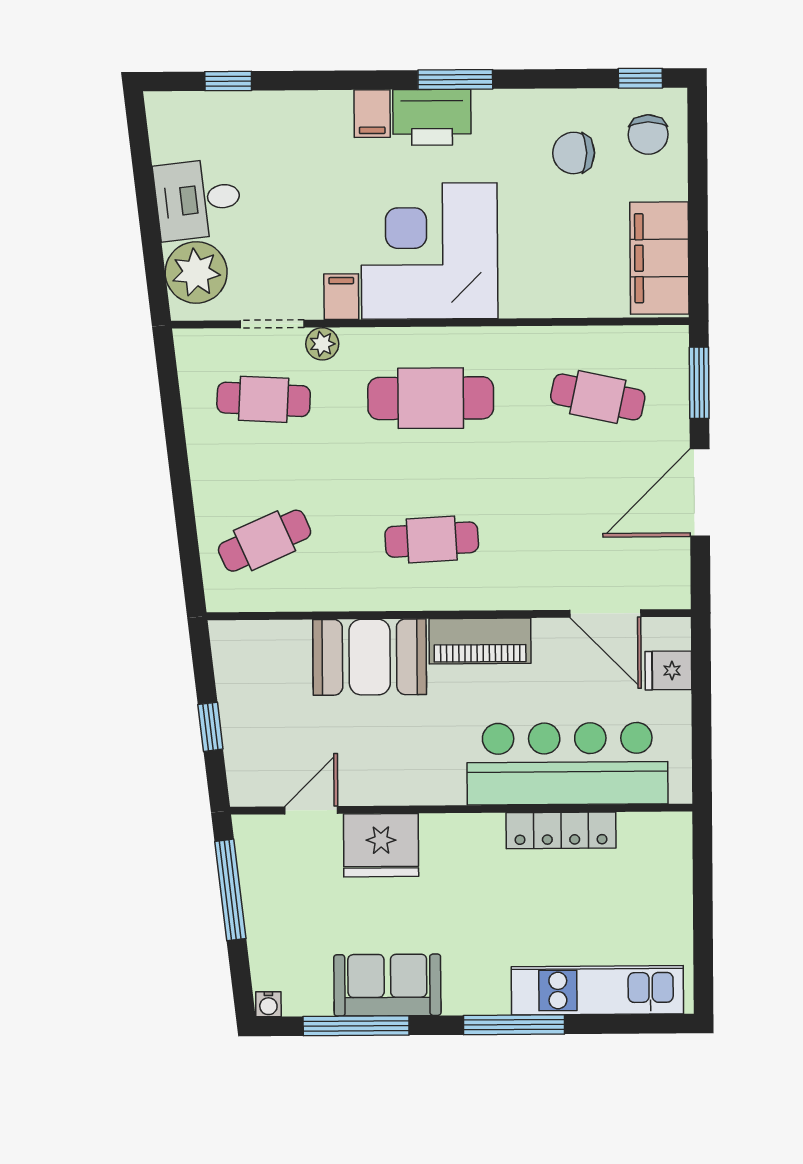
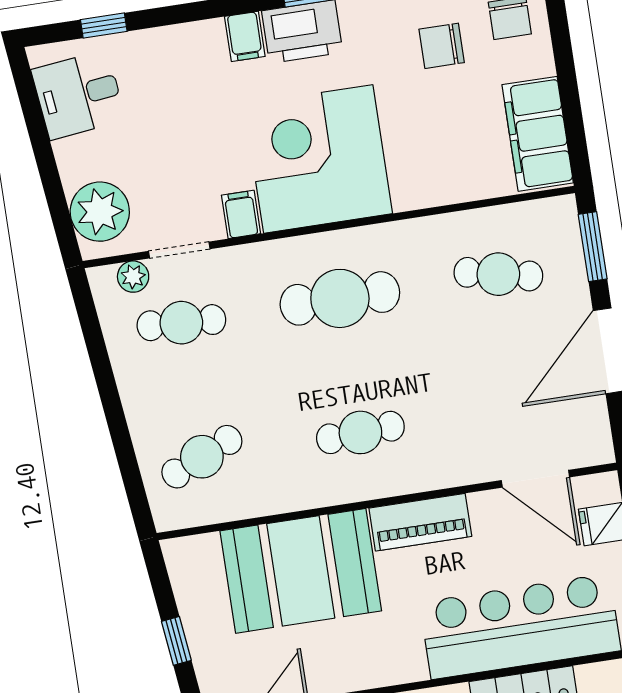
desk: (198, 199) -> (79, 95), moved
plant: (322, 344) -> (133, 277), moved
booth: (370, 657) -> (301, 571), width x1.36, depth x1.42

